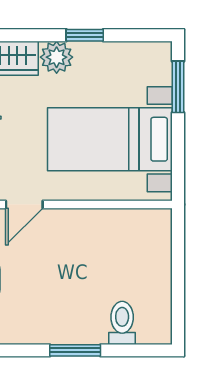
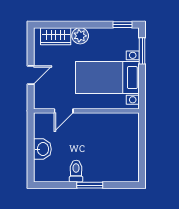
window: (85, 35) -> (123, 25), moved
toilet: (122, 323) -> (76, 171), moved

